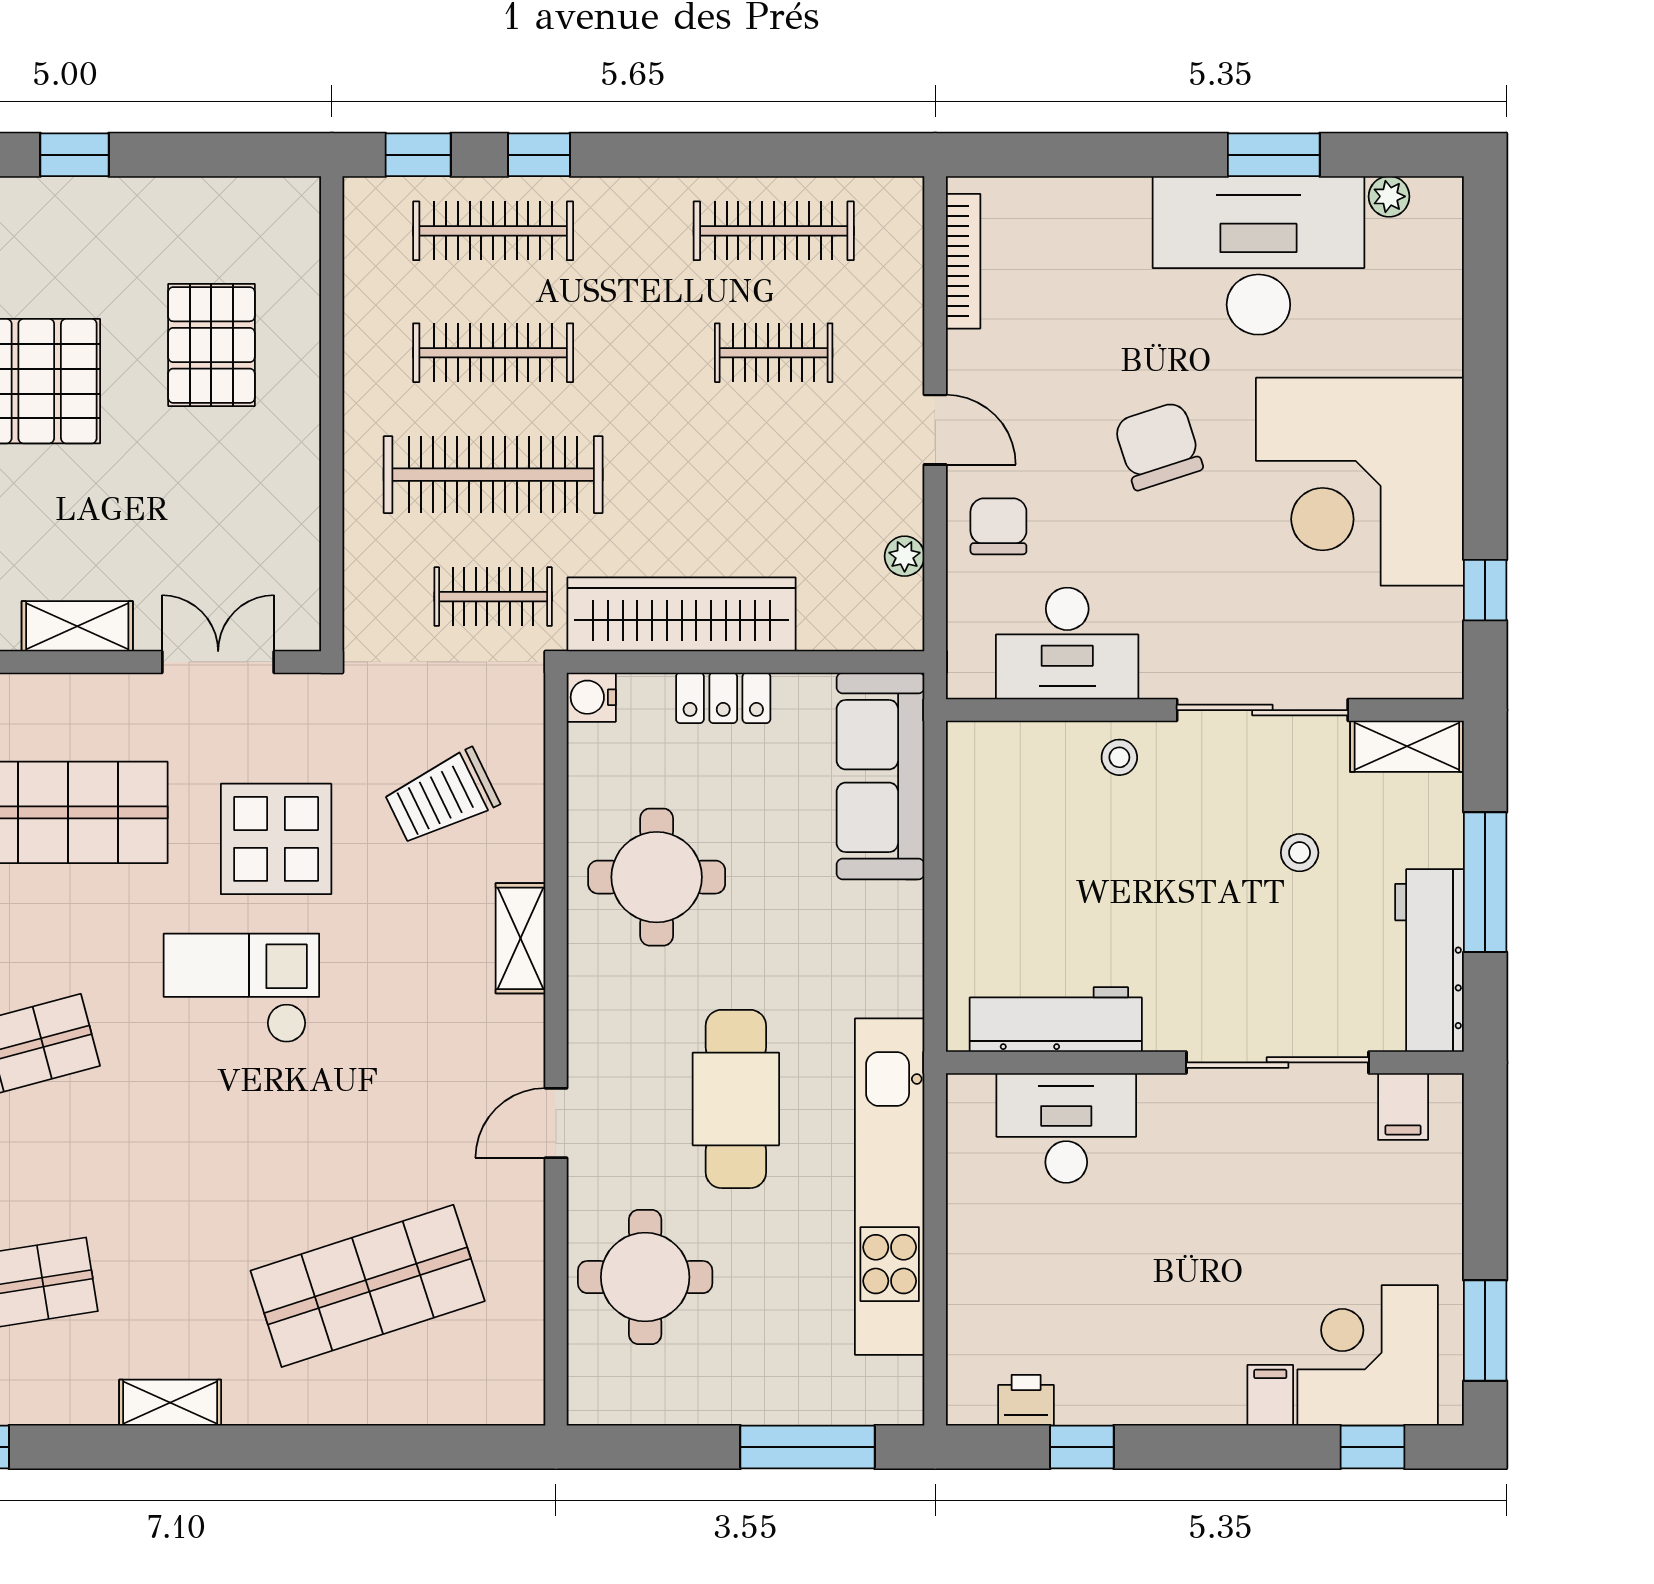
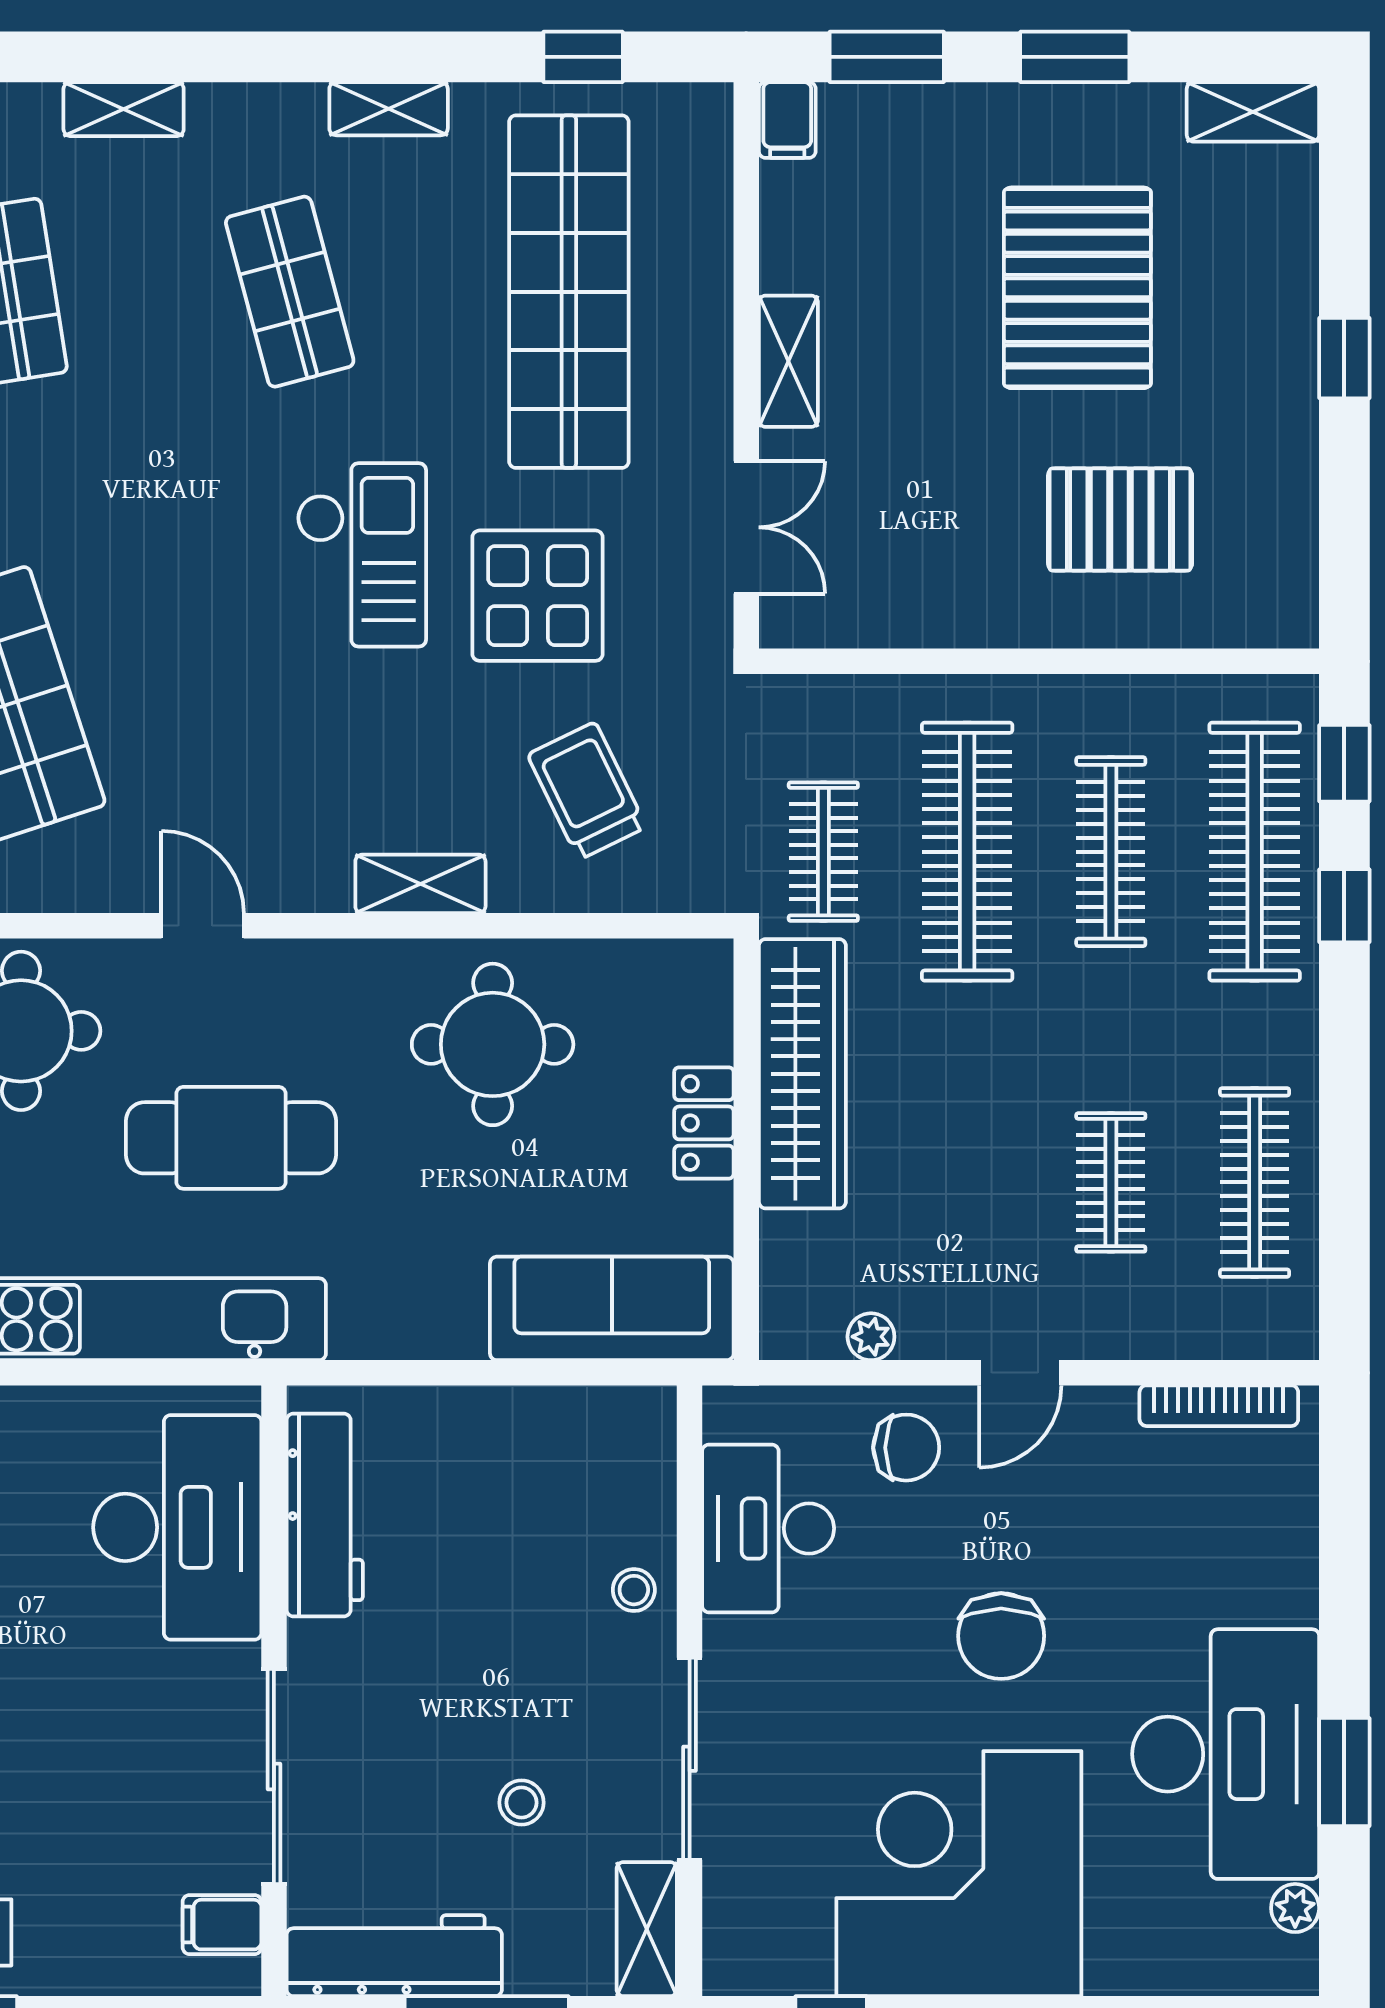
clothes rail: (493, 231) -> (1255, 852), width x1.37, depth x1.31
chair: (1158, 446) -> (1001, 1636), turned 108
water cooler: (591, 697) -> (705, 967), removed
desk: (1066, 1128) -> (177, 1527), width x1.36, depth x1.30

